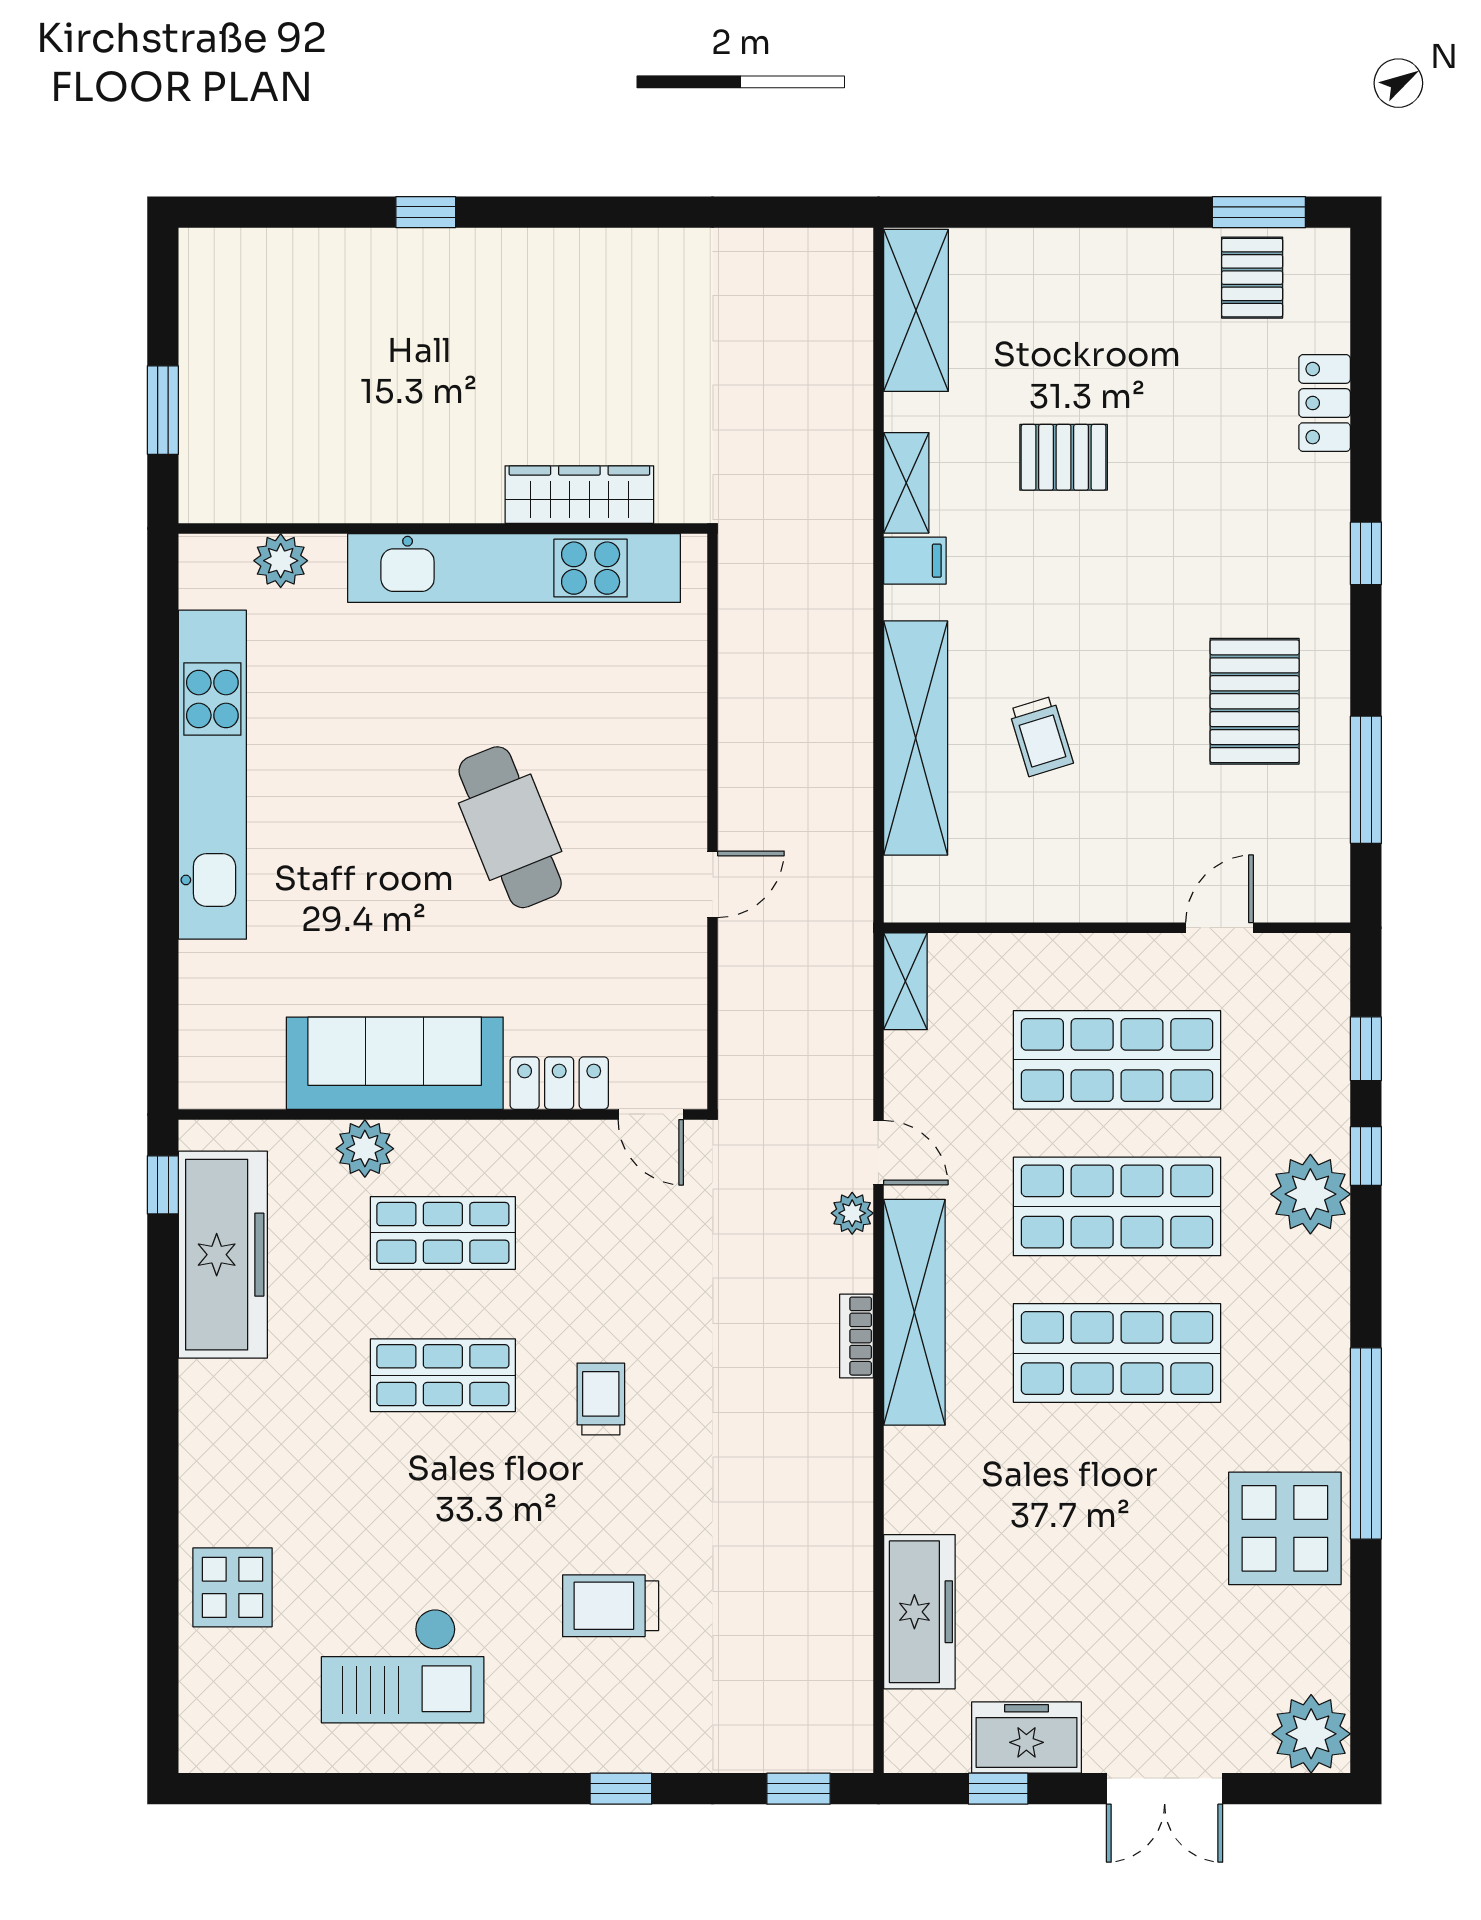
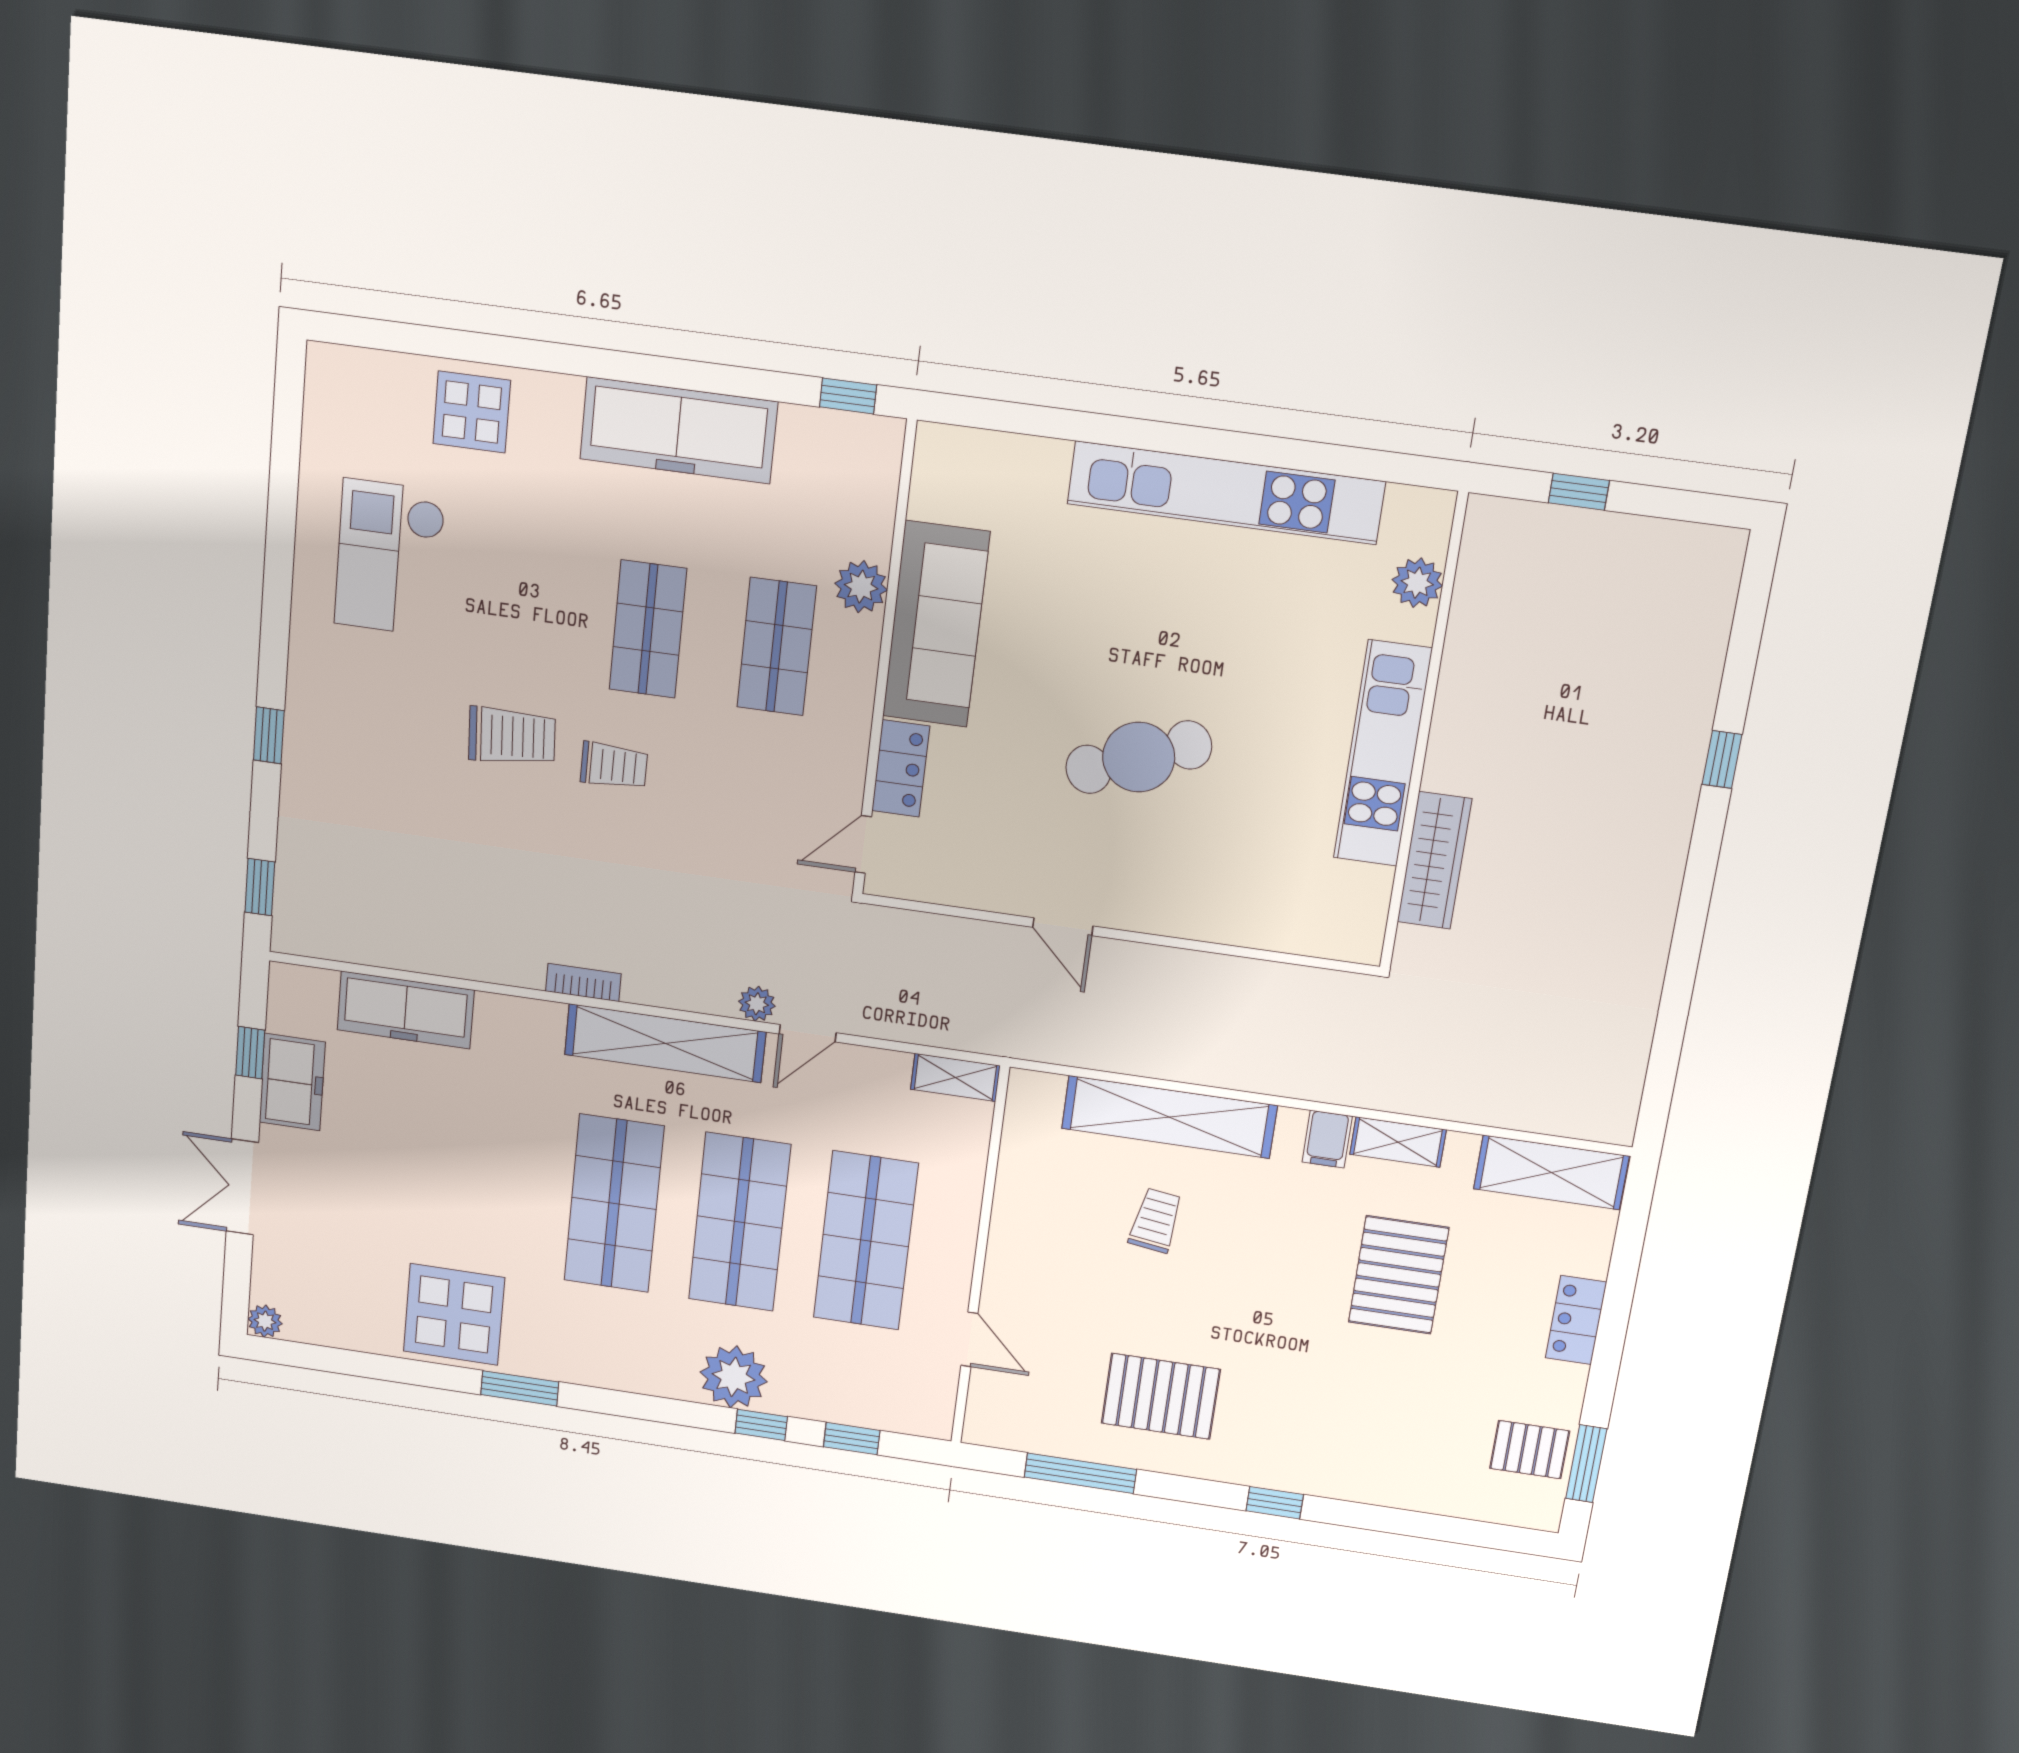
locker: (1325, 403) -> (1576, 1320), moved, turned -90
window: (163, 410) -> (1579, 492), width x0.67
pallet: (1064, 457) -> (1399, 1275), width x1.50, depth x1.42
kitchen unit: (514, 568) -> (1383, 754), width x0.73
trolley: (1041, 736) -> (1156, 1220), turned 115
freezer: (223, 1255) -> (679, 430), moved
bookcase: (857, 1336) -> (583, 983), moved
window: (1366, 1443) -> (520, 1388), width x0.47
trolley: (611, 1606) -> (512, 736), moved, turned 87
plant: (1311, 1734) -> (265, 1321), width x0.53, depth x0.53

